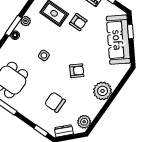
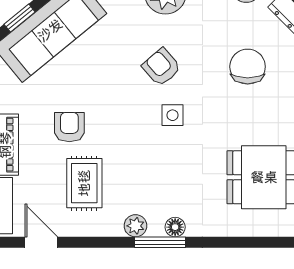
side table: (44, 55) -> (173, 115), moved
chair: (55, 102) -> (248, 67), turned 180

